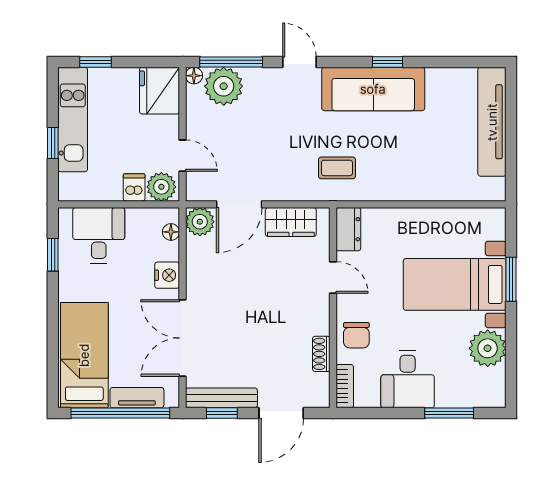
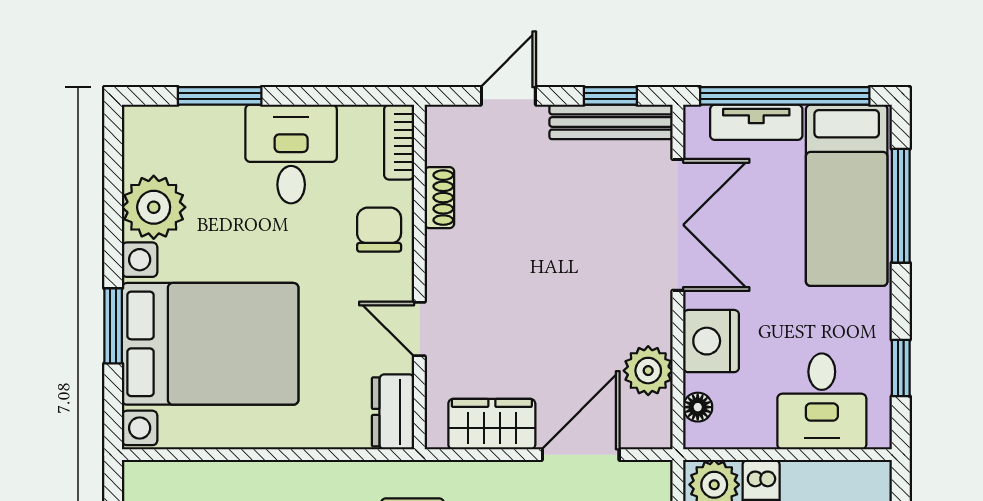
plant: (200, 222) -> (648, 371), moved
nightstand: (167, 275) -> (711, 341), width x1.36, depth x1.33
bed with nightstands: (455, 284) -> (210, 344), width x1.36
window: (53, 349) -> (901, 206), added
door: (281, 413) -> (508, 96), width x0.73

